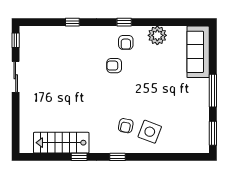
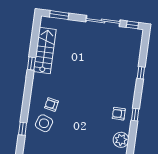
armchair: (114, 66) -> (101, 102), removed
sliding door: (16, 77) -> (103, 21), width x1.37
window: (16, 131) -> (59, 15), added
window: (117, 157) -> (23, 129), moved

